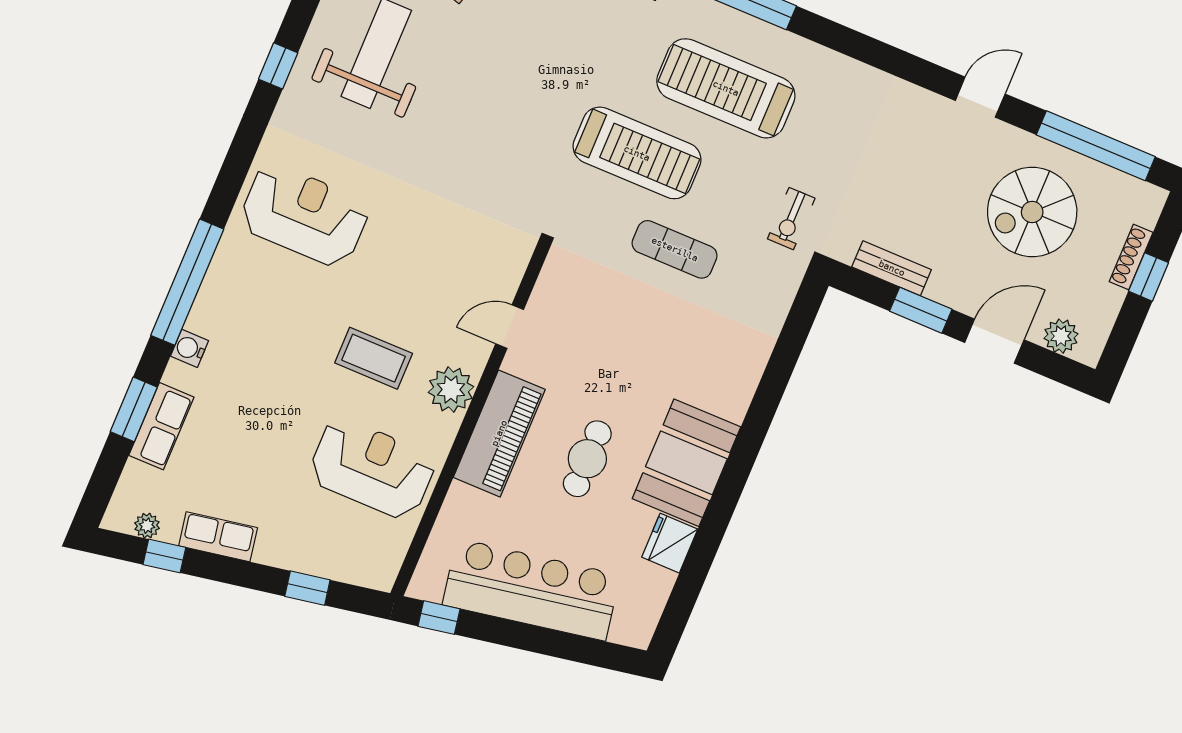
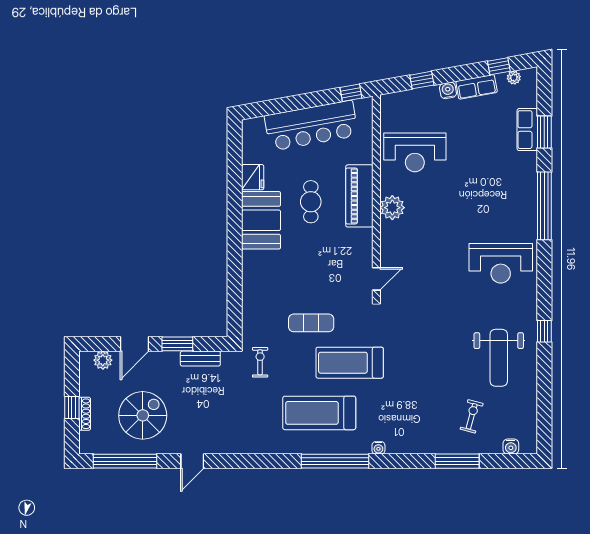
treadmill: (726, 88) -> (319, 413), turned 180
door: (510, 327) -> (376, 279), moved
water cooler: (189, 348) -> (448, 90), moved, turned -100
coffee table: (374, 358) -> (437, 207), removed

